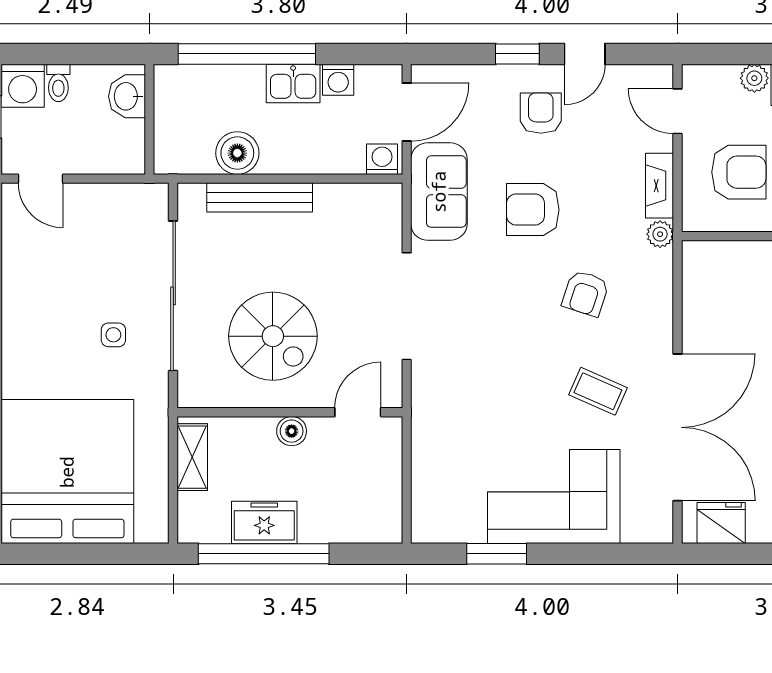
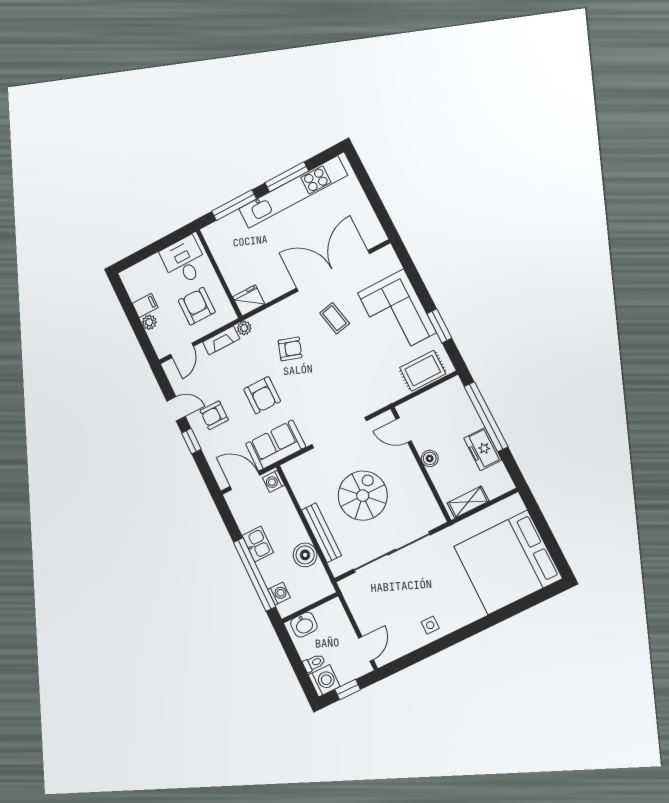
washing machine: (338, 80) -> (279, 594), moved
side table: (113, 335) -> (430, 625), moved
spiral stairs: (273, 336) -> (363, 496), moved
coffee table: (598, 391) -> (335, 318), turned -36
rug: (438, 491) -> (423, 371), added
fridge: (721, 523) -> (249, 300), moved, turned 90
window: (264, 554) -> (486, 417), moved

